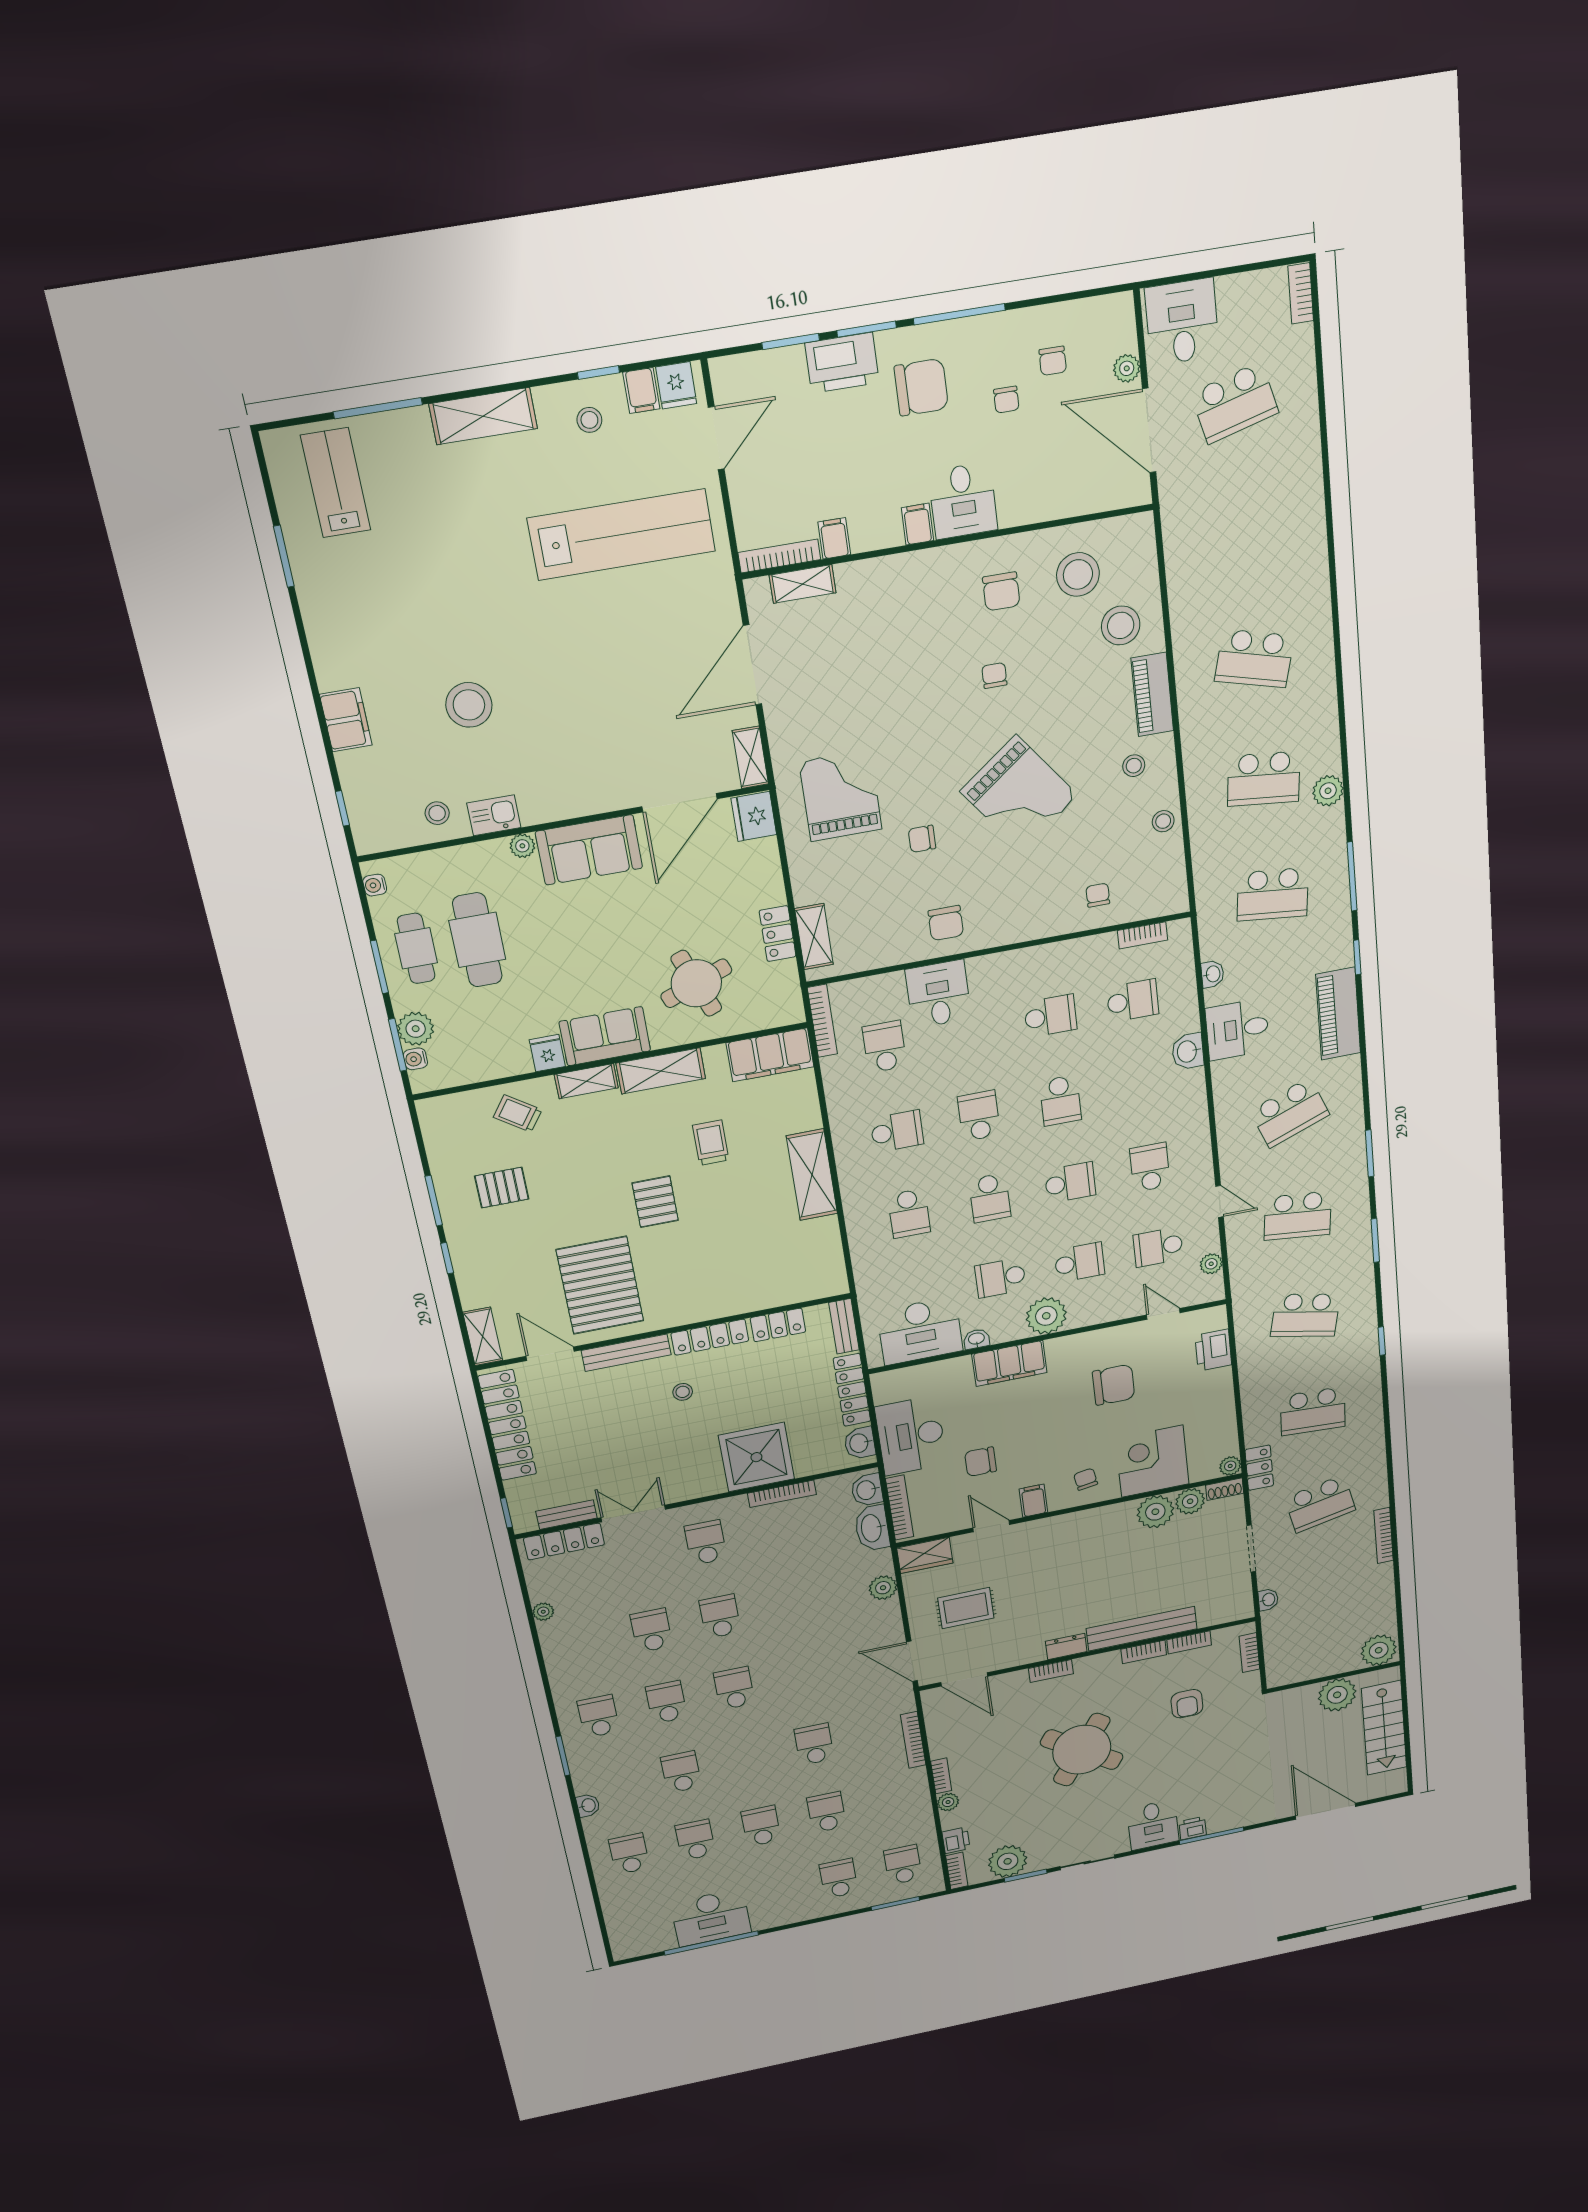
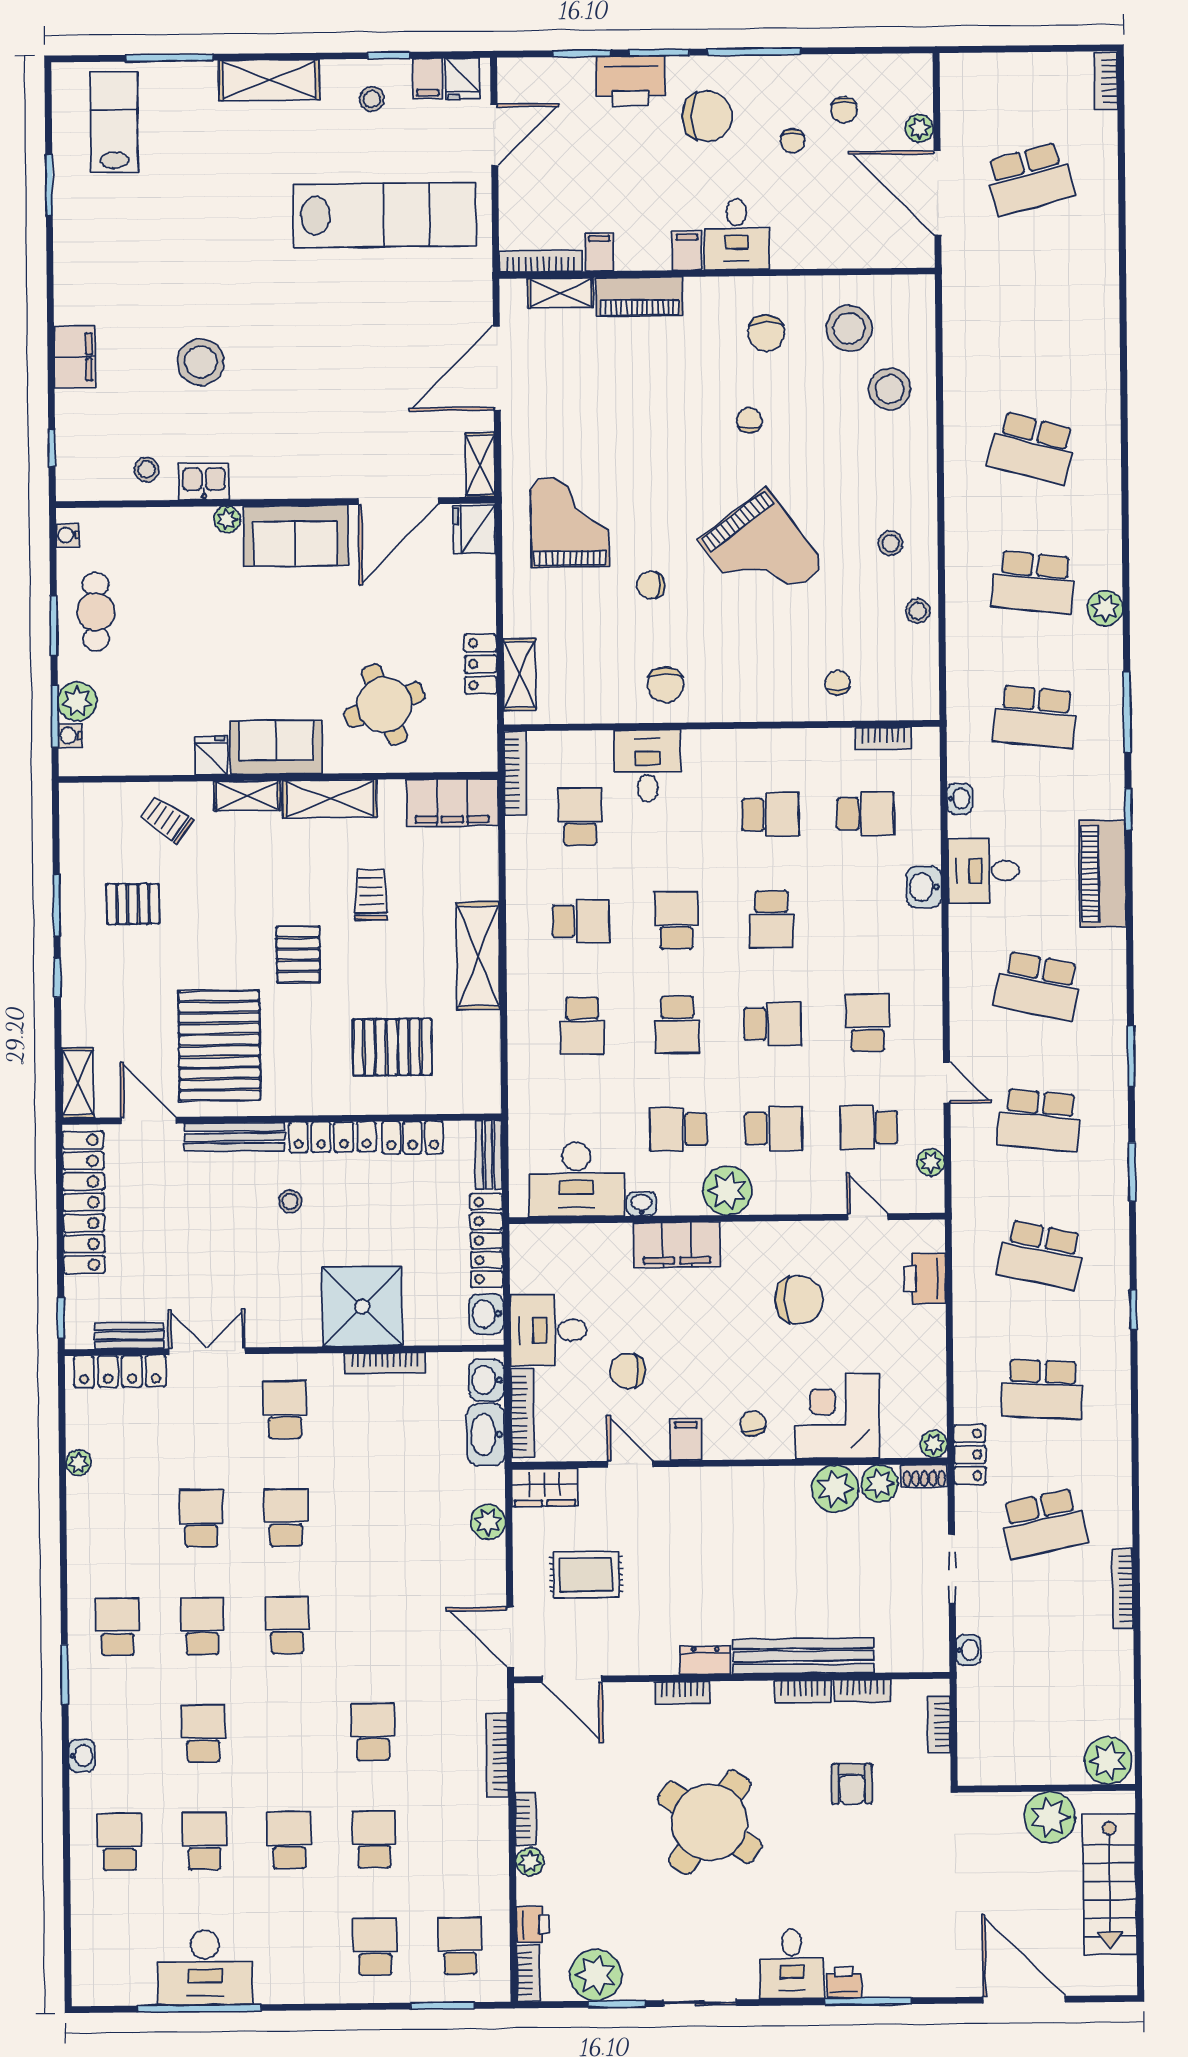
desk: (1182, 322) -> (981, 91), removed
piano: (1152, 695) -> (639, 297), moved, turned -90
cafe table: (477, 940) -> (161, 614), removed
school desk: (1290, 1113) -> (1038, 986), turned 33
pallet: (749, 1259) -> (392, 1047), added
desk: (911, 1436) -> (548, 1330), width x0.73

